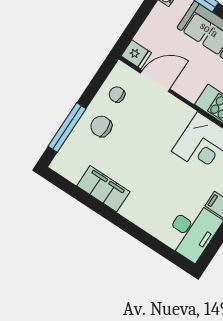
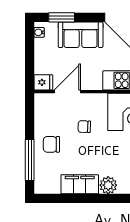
chair: (117, 94) -> (84, 127), moved
plant: (133, 210) -> (108, 185), added

